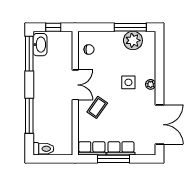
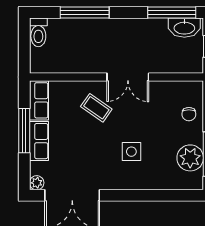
chair: (89, 49) -> (189, 114), moved
plant: (151, 84) -> (37, 183), moved

